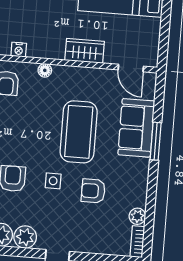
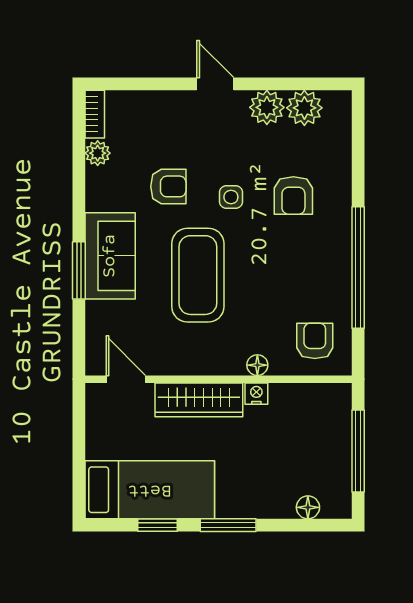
nightstand: (19, 50) -> (256, 394), moved
wardrobe: (85, 51) -> (199, 400), width x1.50
sofa: (136, 128) -> (110, 256), moved

